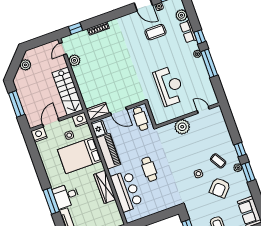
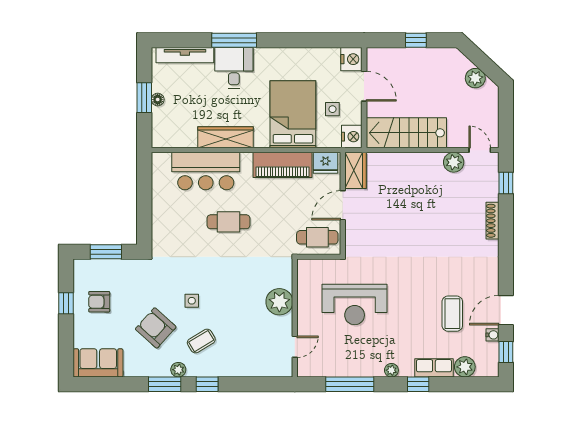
window: (209, 63) -> (350, 384), moved
window: (17, 104) -> (416, 40), width x0.46

